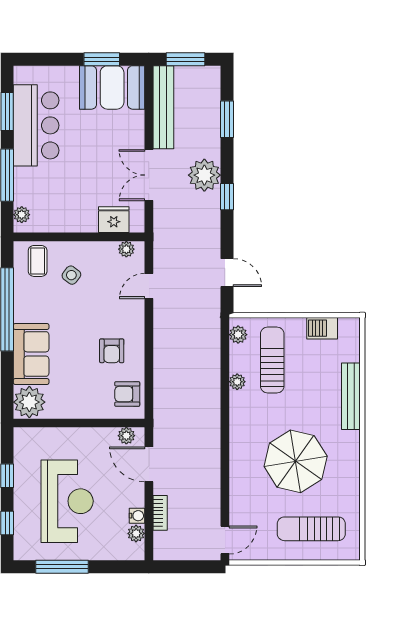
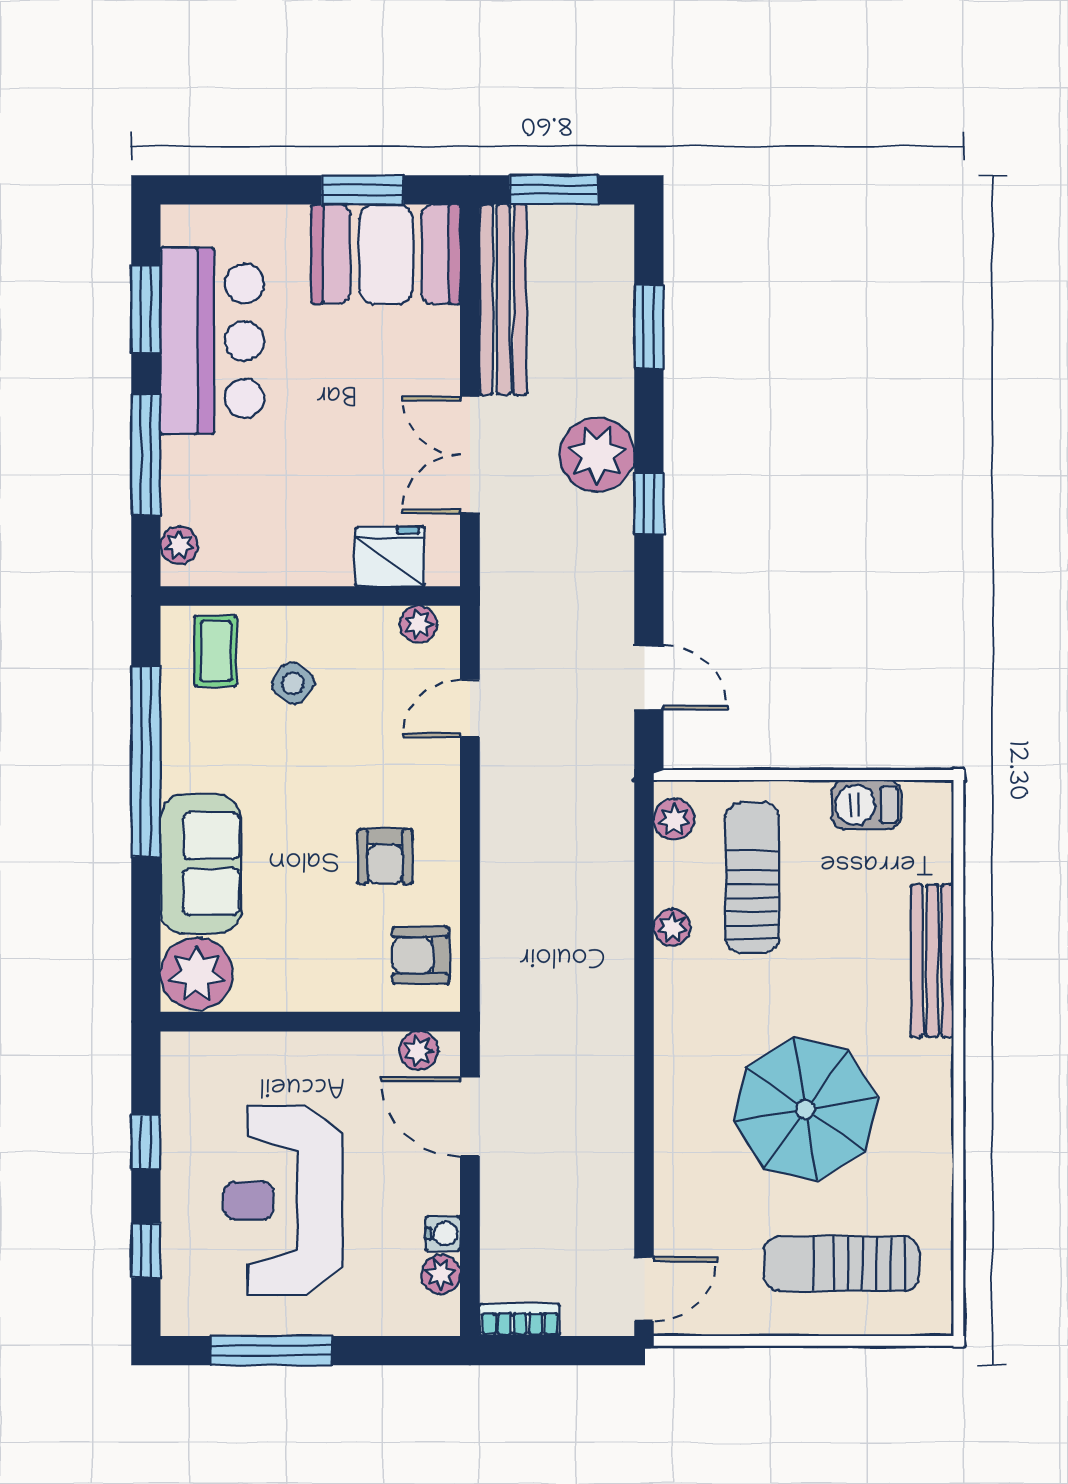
reception desk: (67, 501) -> (283, 1201), turned 180
bookcase: (160, 513) -> (520, 1320), moved, turned -90

